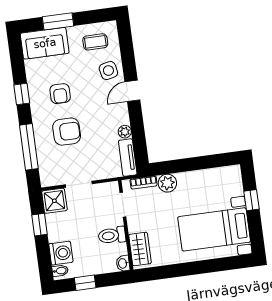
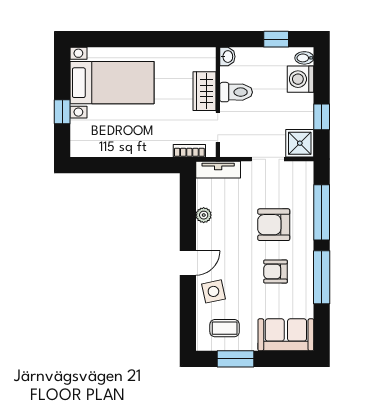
window: (58, 21) -> (235, 359), moved
window: (22, 94) -> (322, 277), width x2.17
armchair: (60, 94) -> (276, 272), turned -90
tv unit: (128, 158) -> (218, 170), moved, turned 90
plant: (167, 183) -> (161, 146), removed
wardrobe: (140, 249) -> (205, 91), moved

